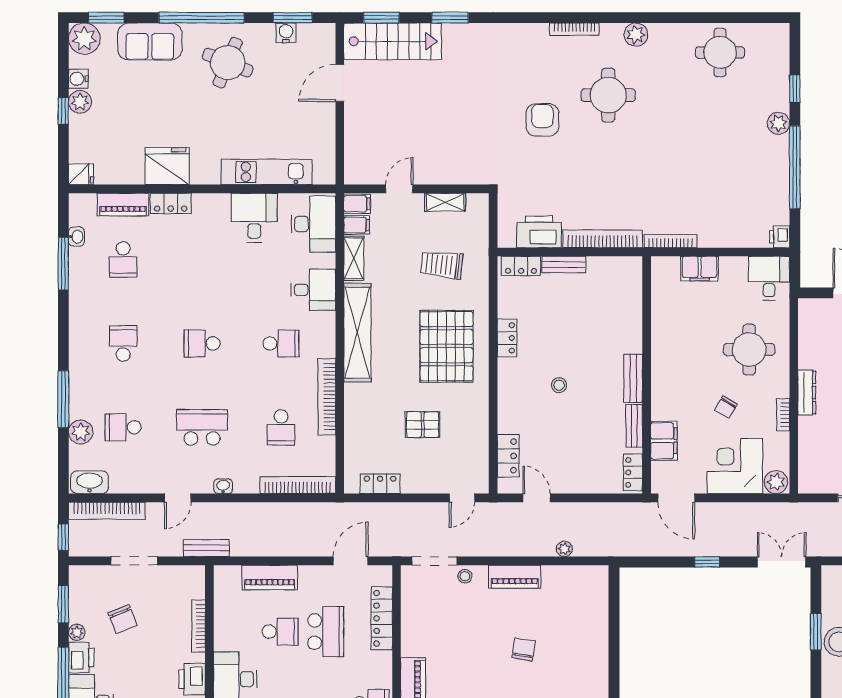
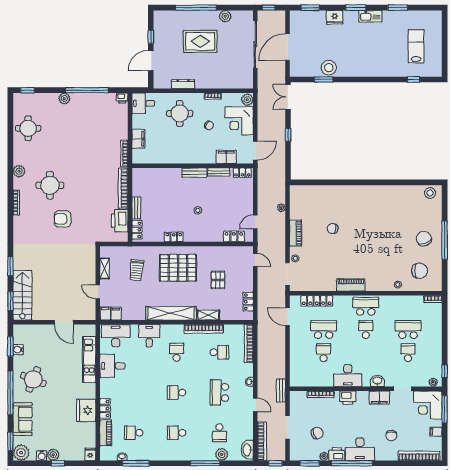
door: (340, 83) -> (64, 322), moved
window: (795, 89) -> (28, 90), moved
shelving: (354, 258) -> (208, 315), moved
school desk: (123, 259) -> (134, 433), turned 180
school desk: (202, 343) -> (177, 393), turned 90
dresser: (807, 393) -> (183, 84), moved
piano: (270, 578) -> (296, 358), removed

